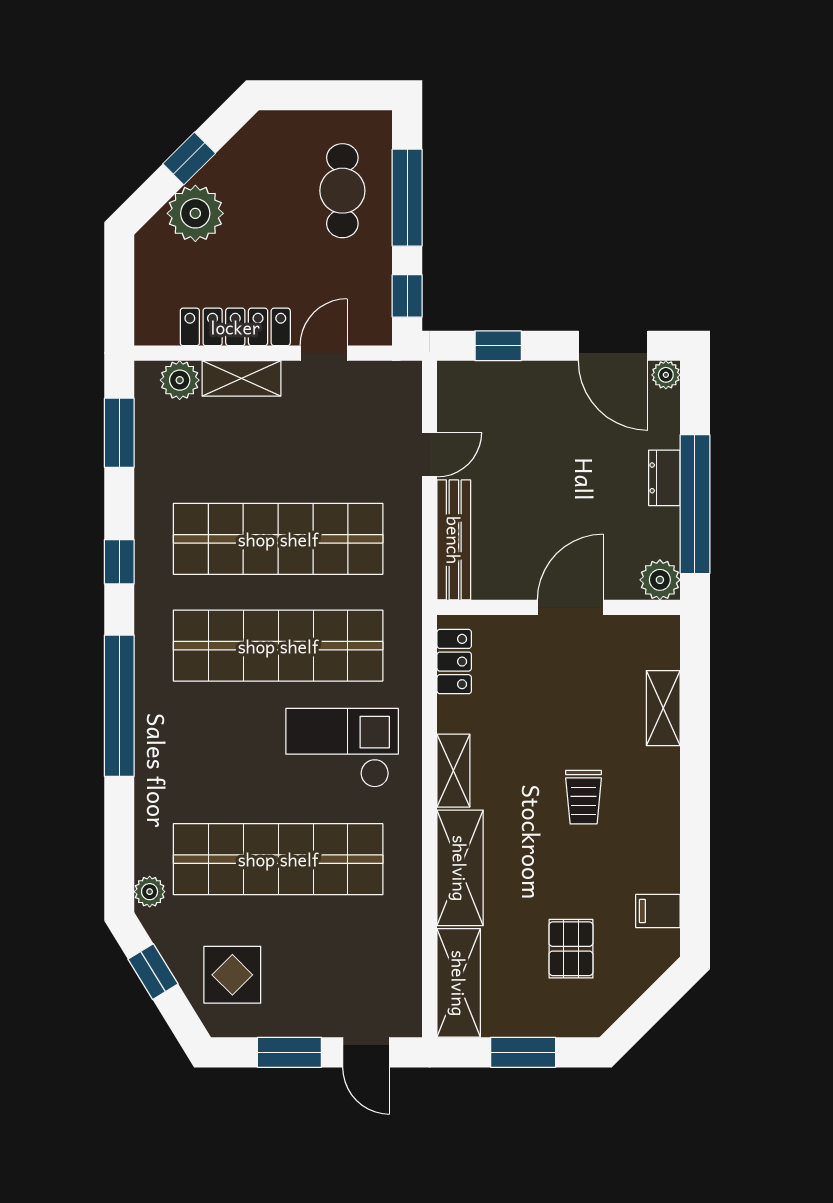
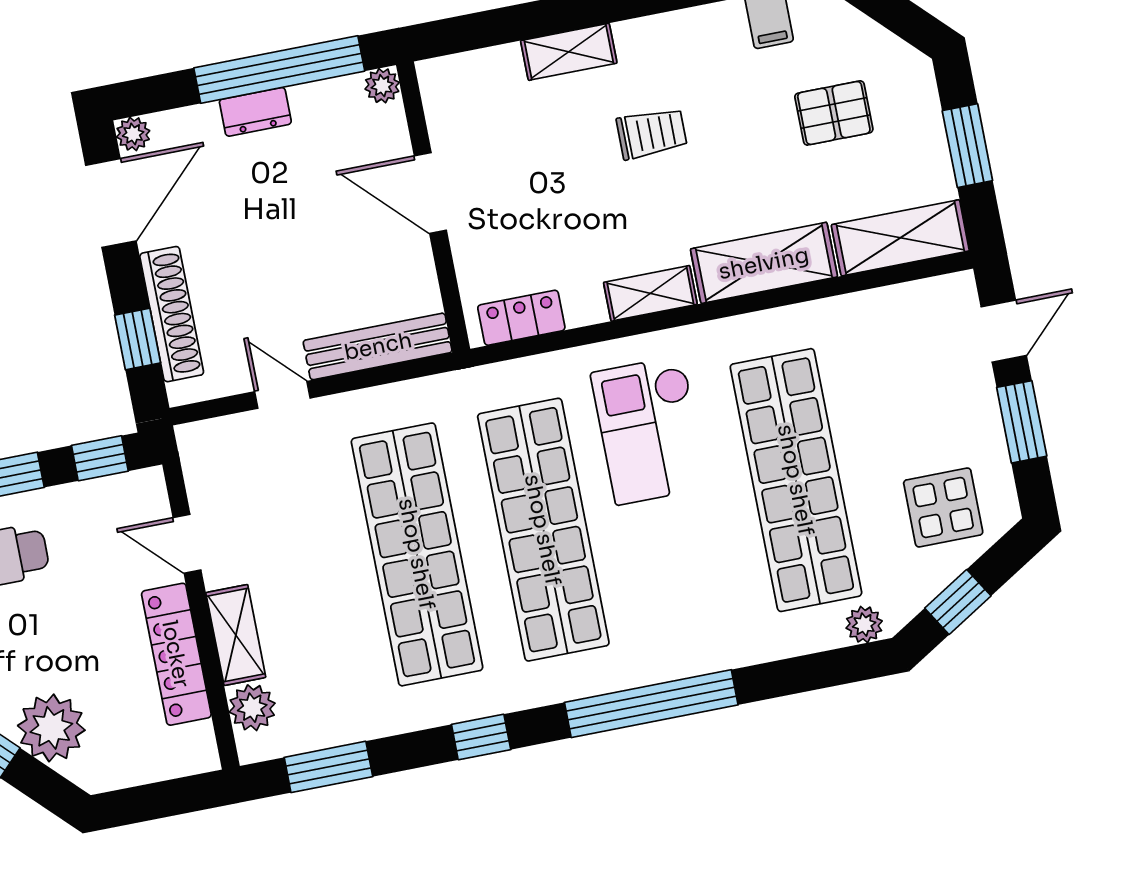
shoe rack: (513, 377) -> (172, 314), added
plant: (660, 580) -> (382, 86), width x0.73, depth x0.73
shelving: (663, 708) -> (569, 52), moved

